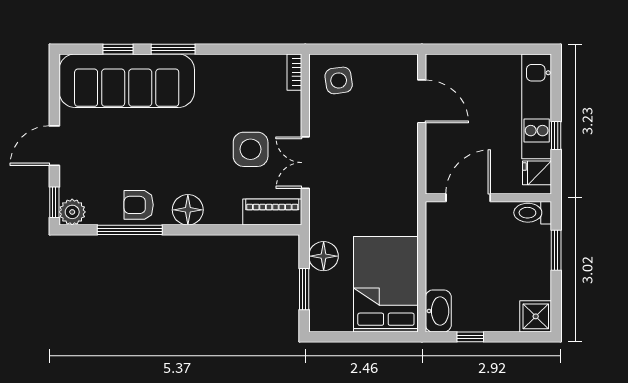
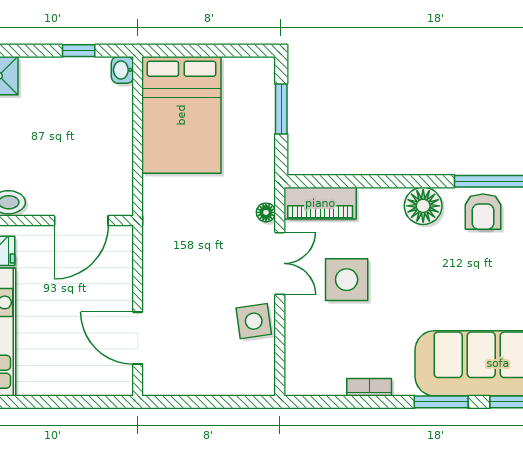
bookcase: (294, 72) -> (369, 387), moved, turned -90
side table: (339, 80) -> (254, 321), moved
armchair: (139, 205) -> (483, 212), turned 90
floor lamp: (324, 256) -> (266, 212), moved, width x0.53, depth x0.53
washbasin: (438, 311) -> (122, 70), width x0.52, depth x0.69

